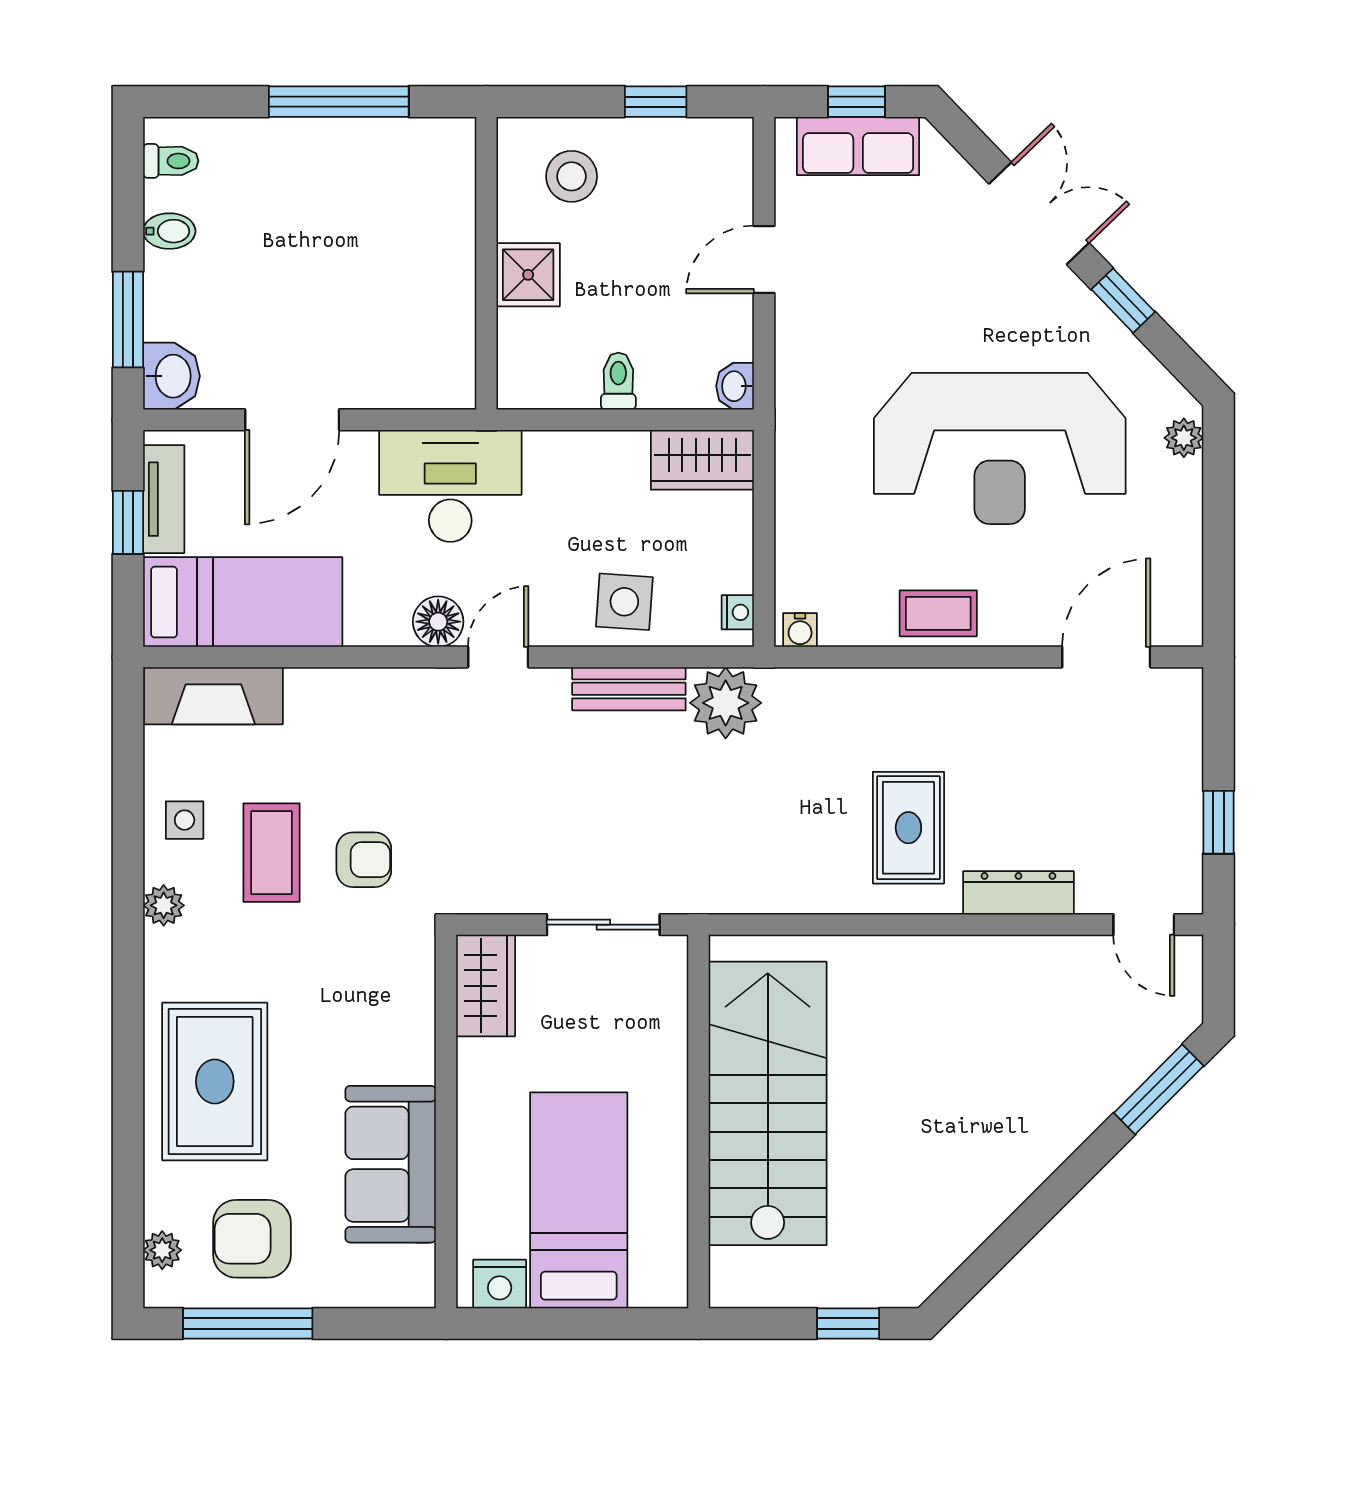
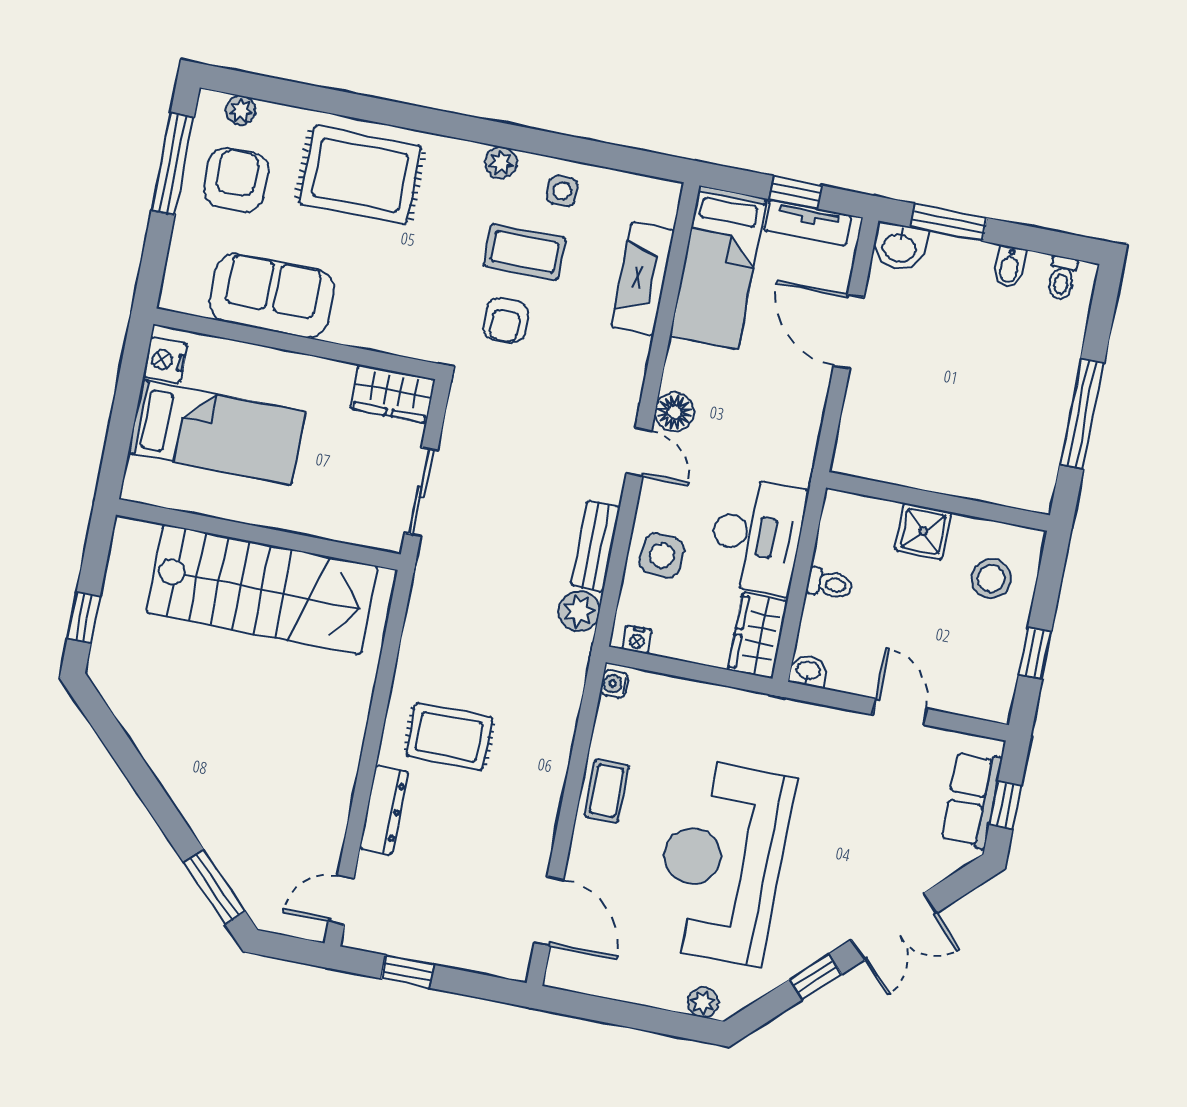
desk: (450, 486) -> (757, 536), moved
fireplace: (213, 696) -> (643, 278), moved
plant: (726, 703) -> (579, 611), width x0.73, depth x0.73

